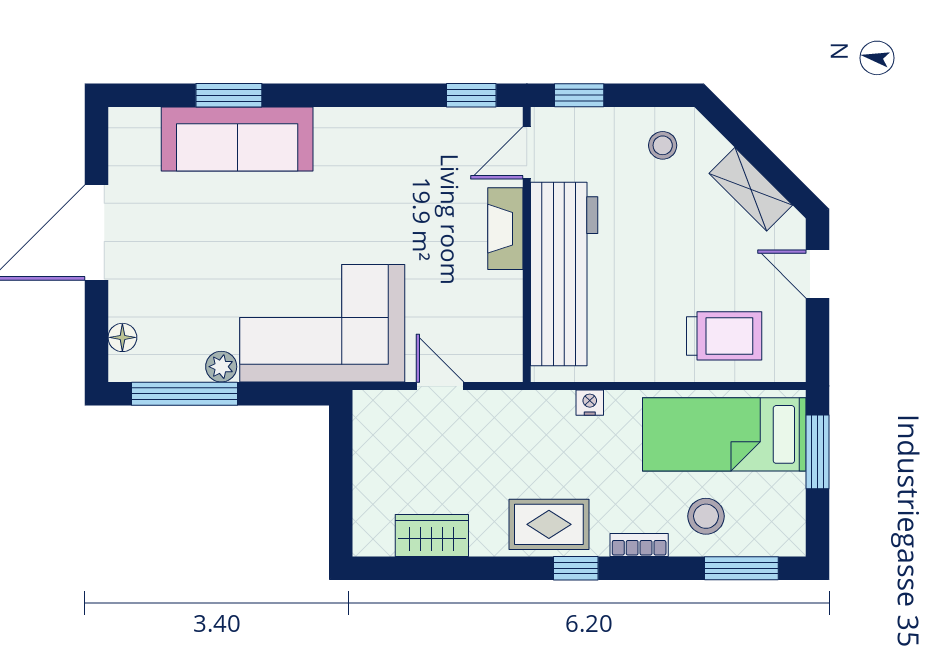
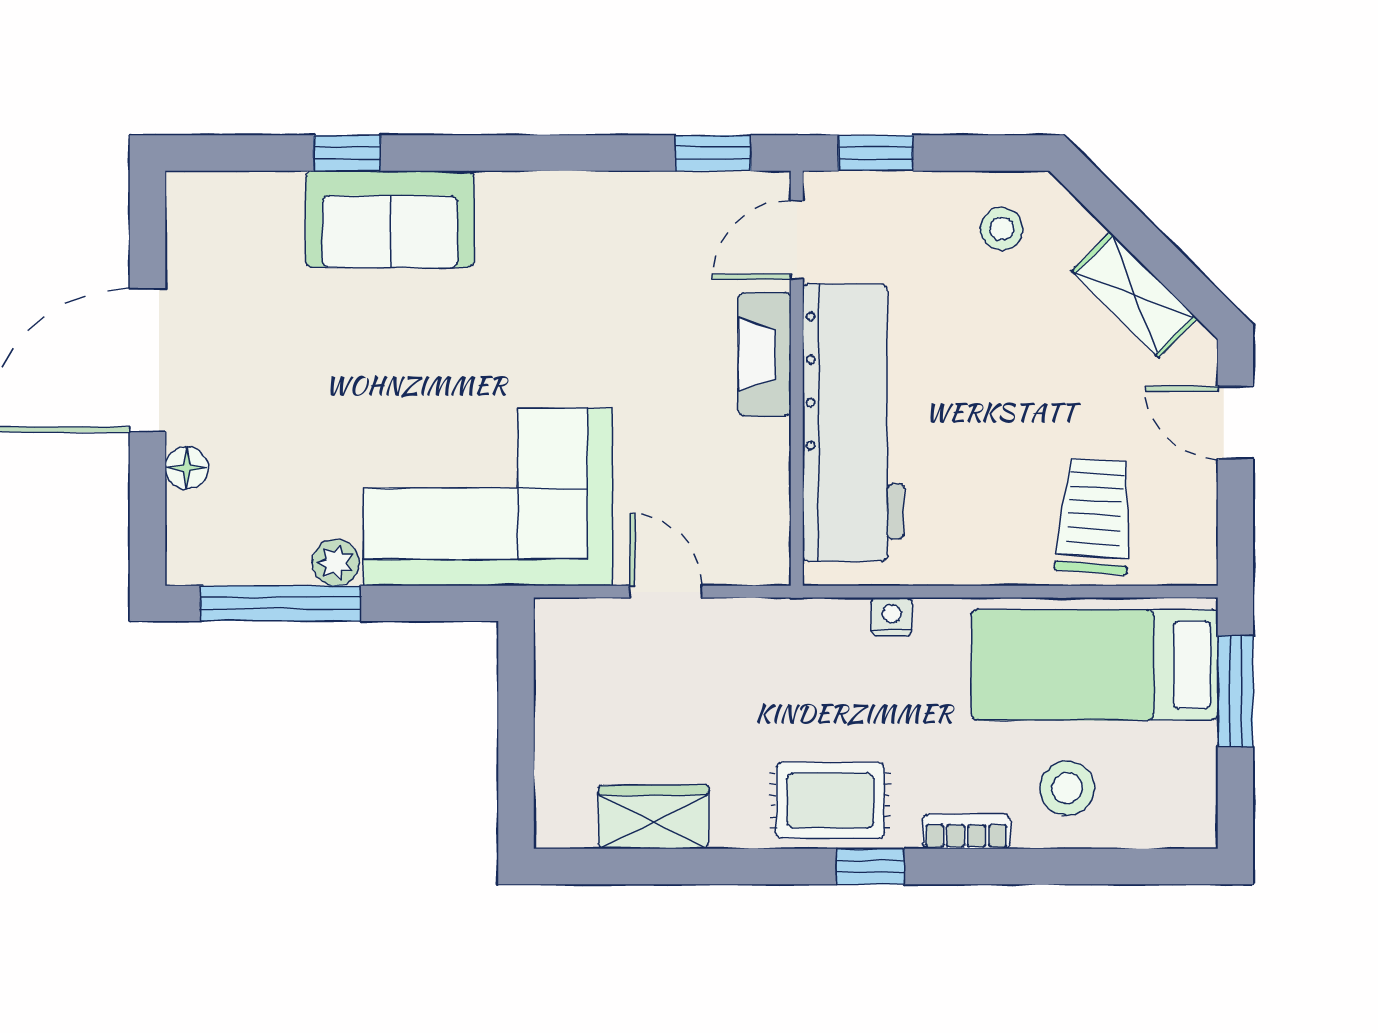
window: (229, 95) -> (347, 153), width x0.67
sofa: (237, 139) -> (390, 219), width x0.73
trolley: (724, 336) -> (1094, 516), turned -86
floor lamp: (122, 337) -> (187, 468), moved
window: (741, 568) -> (1121, 867), removed

